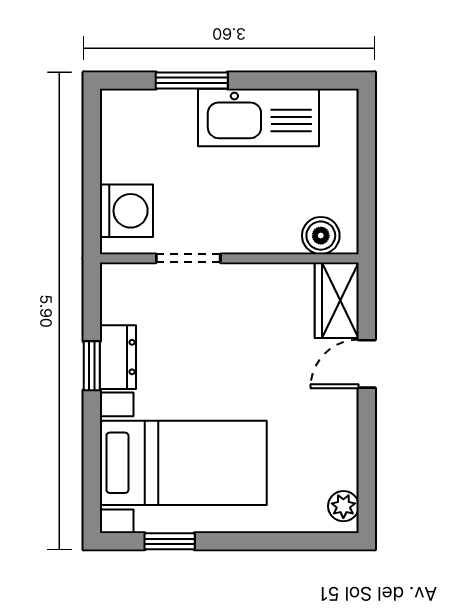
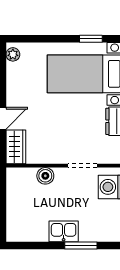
kitchen sink: (259, 117) -> (64, 231), width x0.53, depth x0.81
boiler: (321, 236) -> (45, 176), moved

